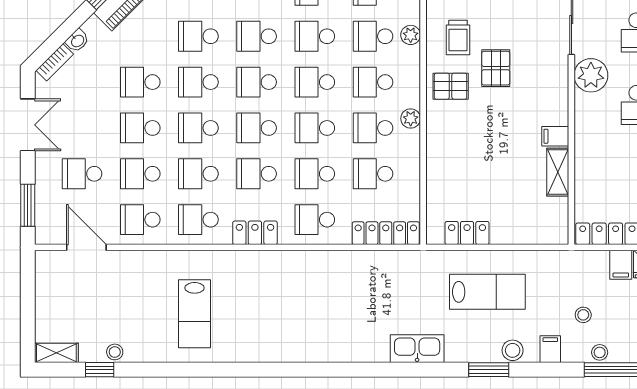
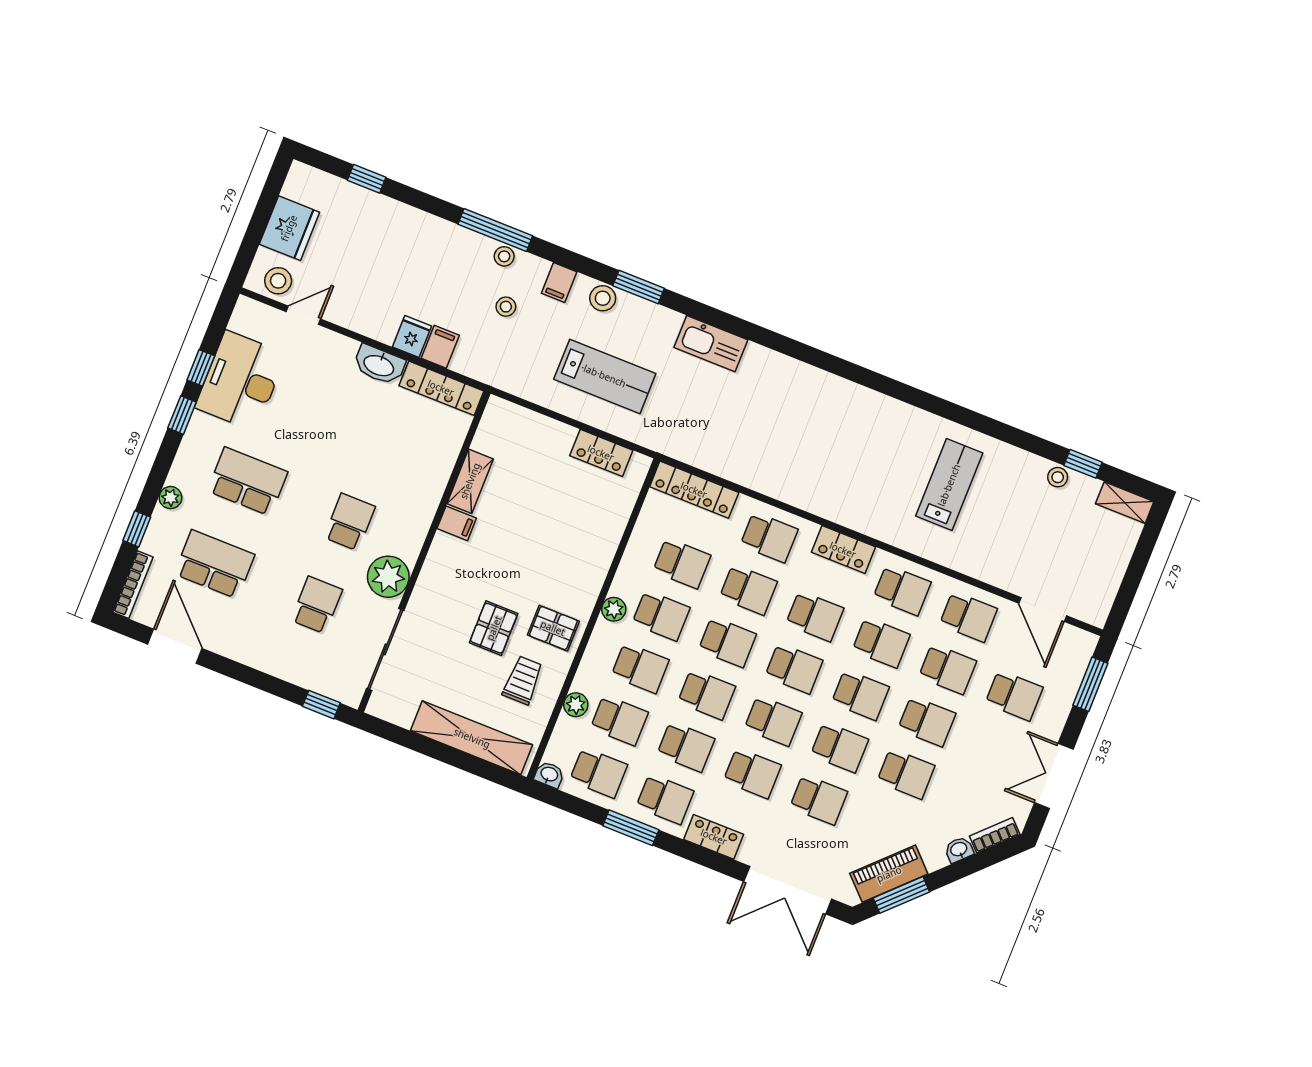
lab bench: (487, 292) -> (605, 376), turned 180

